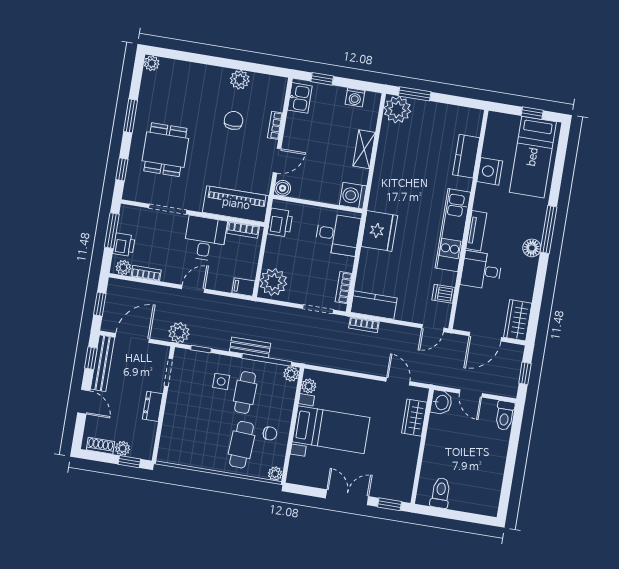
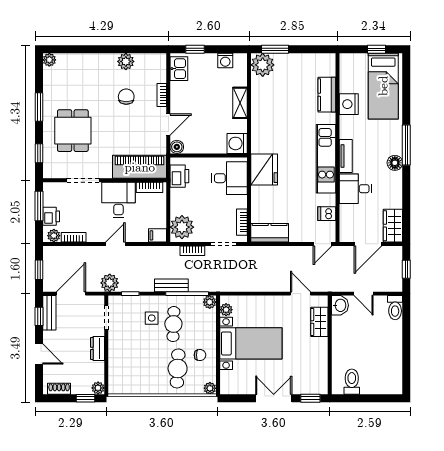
bookcase: (364, 325) -> (192, 251), moved
bench: (103, 363) -> (49, 313), width x0.73
plant: (123, 448) -> (98, 388), moved

